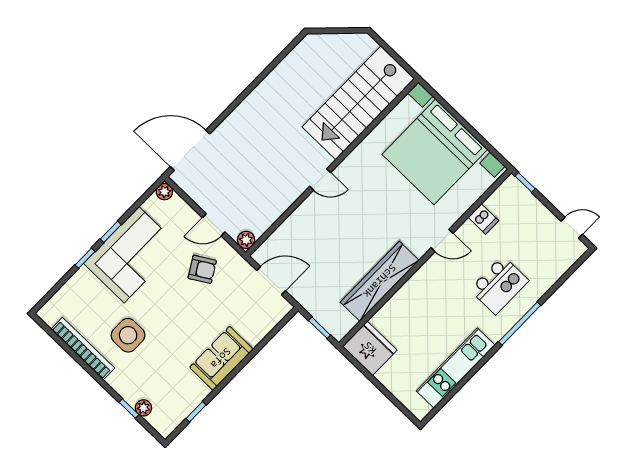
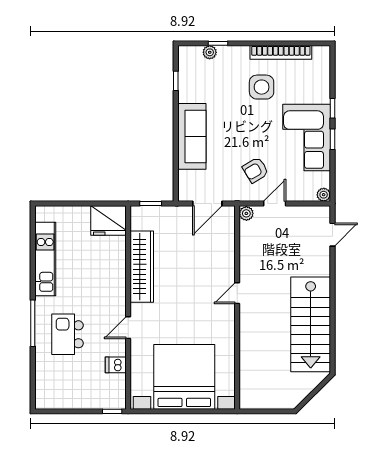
stairs: (358, 103) -> (311, 324), moved, turned 180
door: (190, 150) -> (332, 235), width x0.53
door: (572, 228) -> (57, 411), removed
sofa: (221, 358) -> (192, 136), width x1.36

